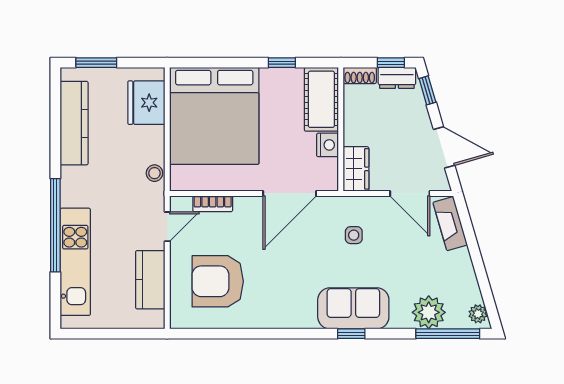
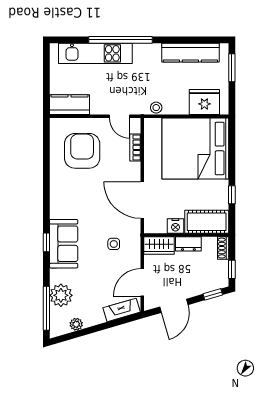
dresser: (397, 78) -> (188, 244), moved, turned -90
kitchen counter: (150, 280) -> (69, 105), moved
plant: (478, 314) -> (76, 324), moved

